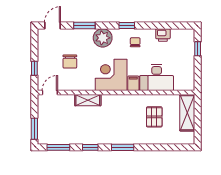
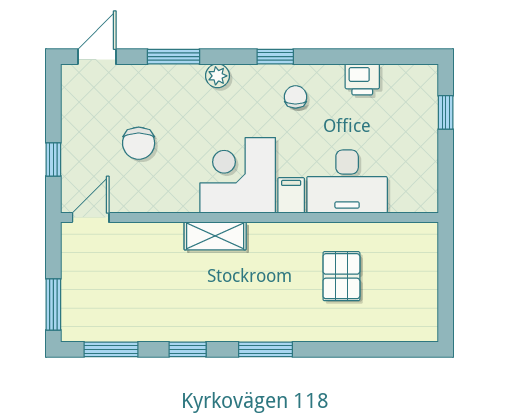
plant: (103, 38) -> (217, 76), width x0.53, depth x0.53
shelving: (88, 100) -> (215, 236), moved
shelving: (187, 113) -> (421, 266), removed

